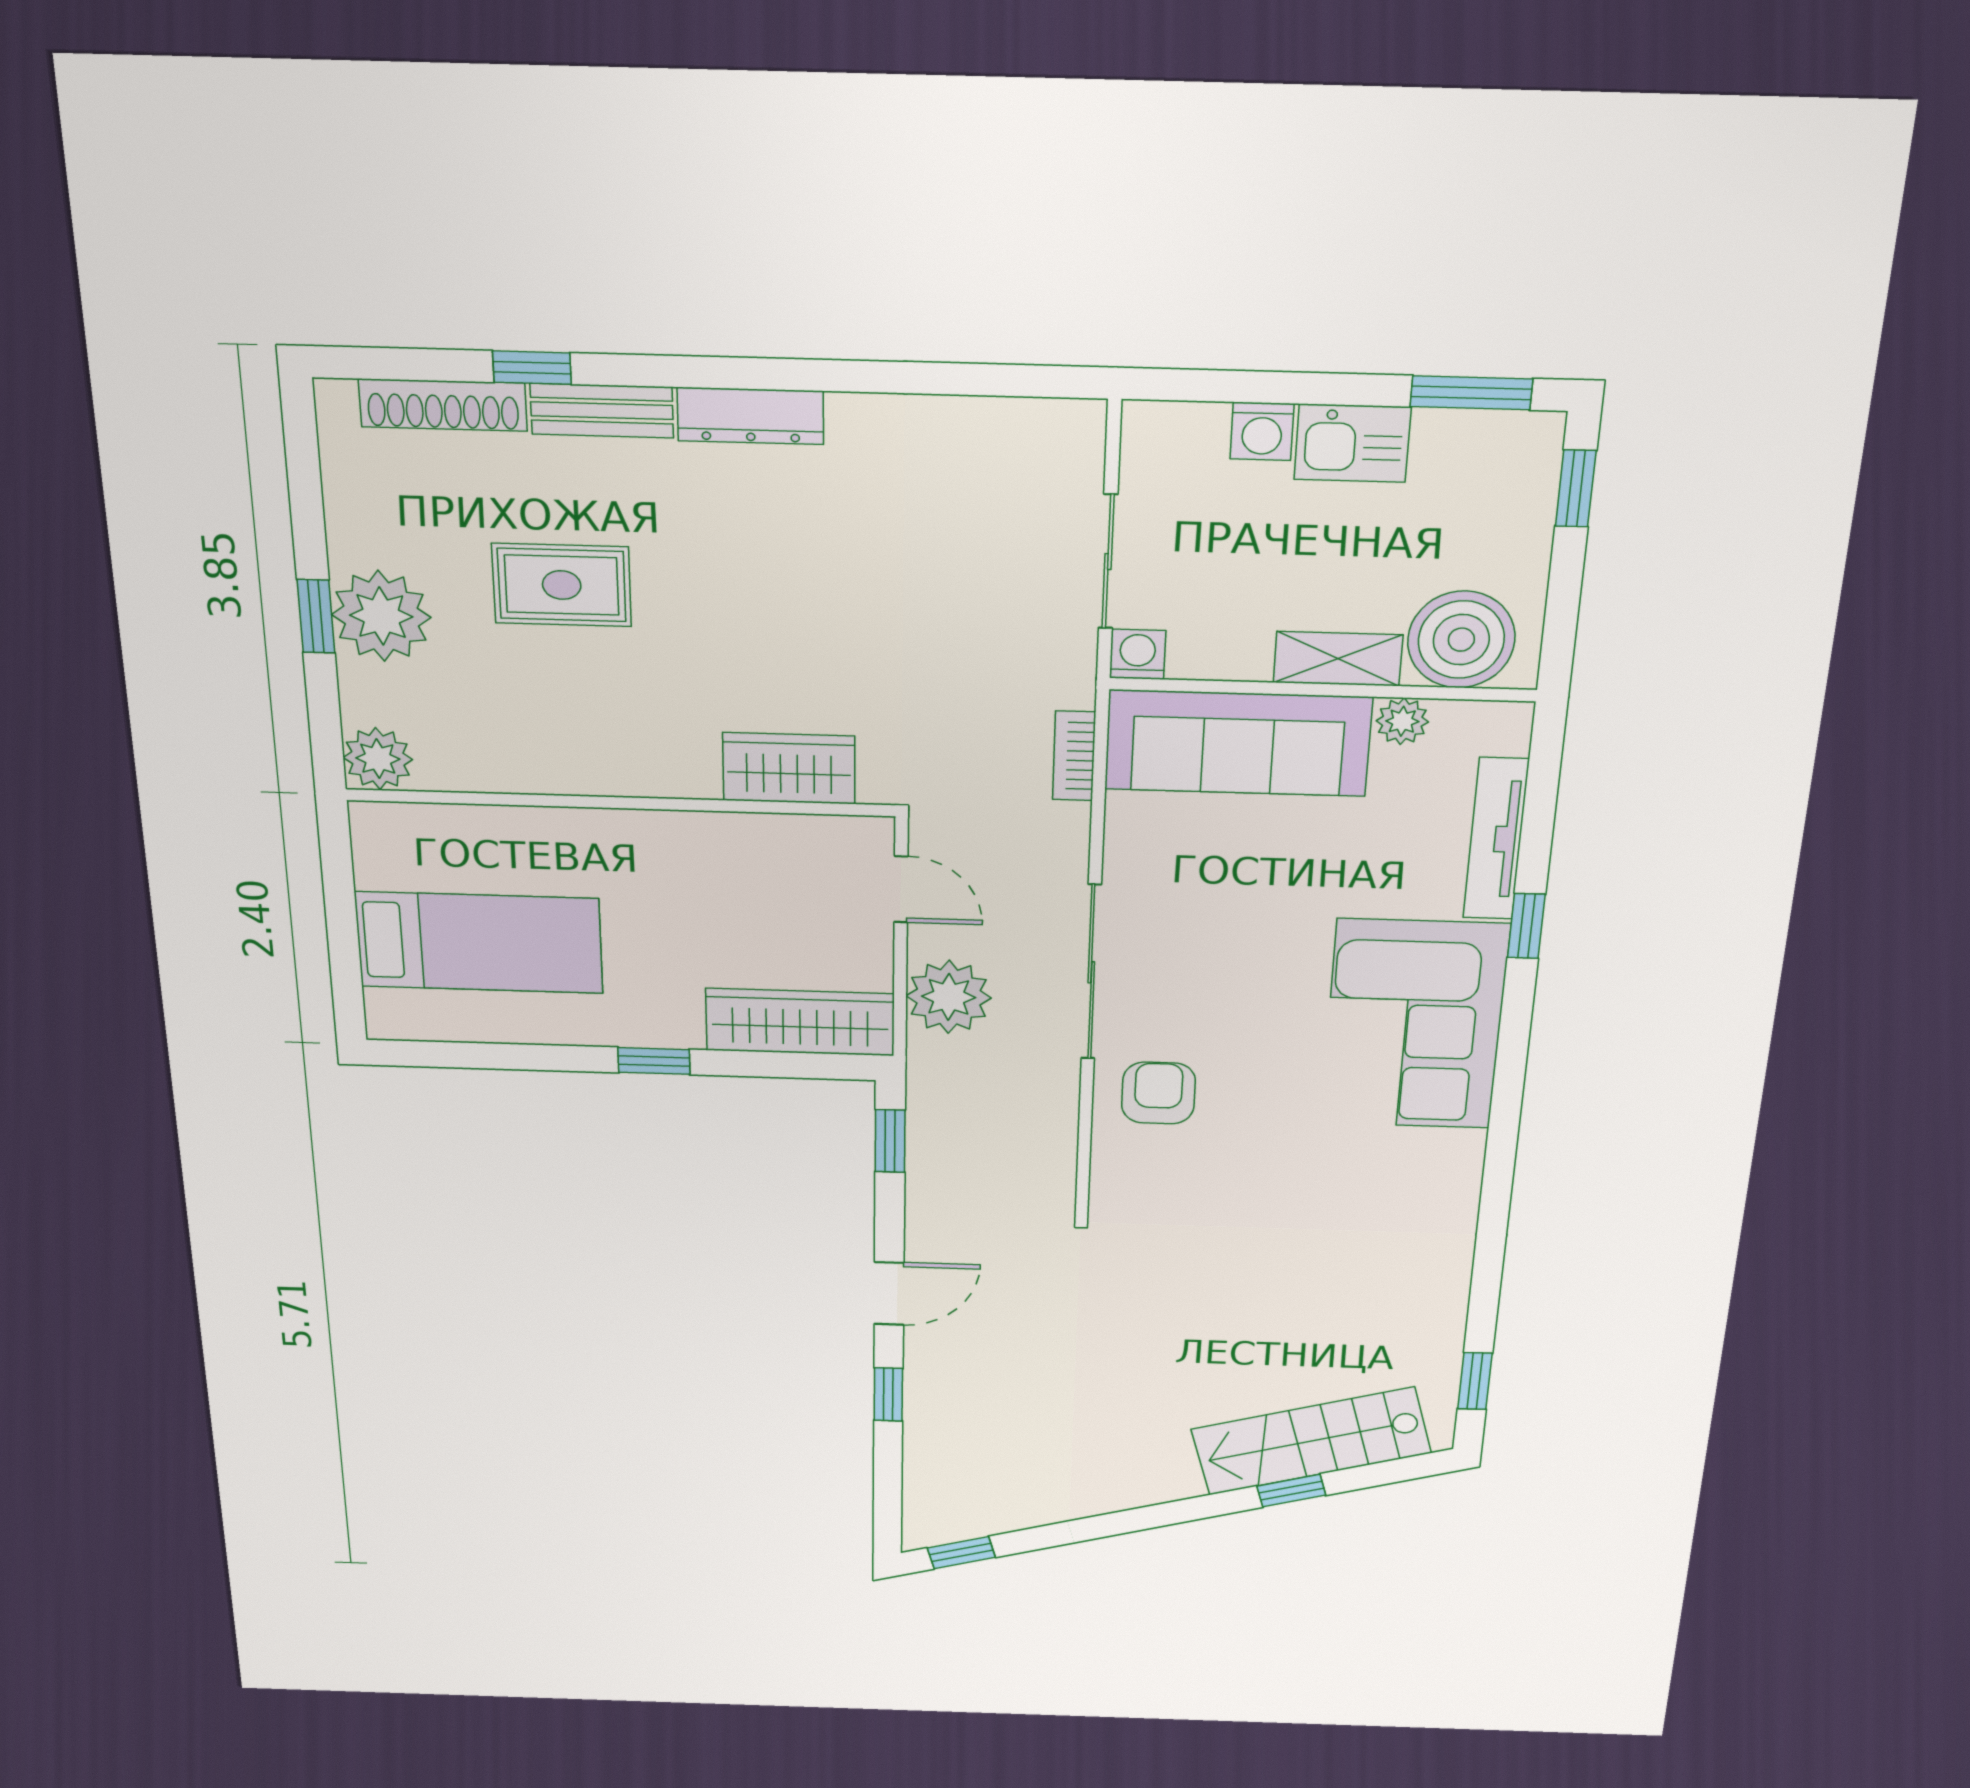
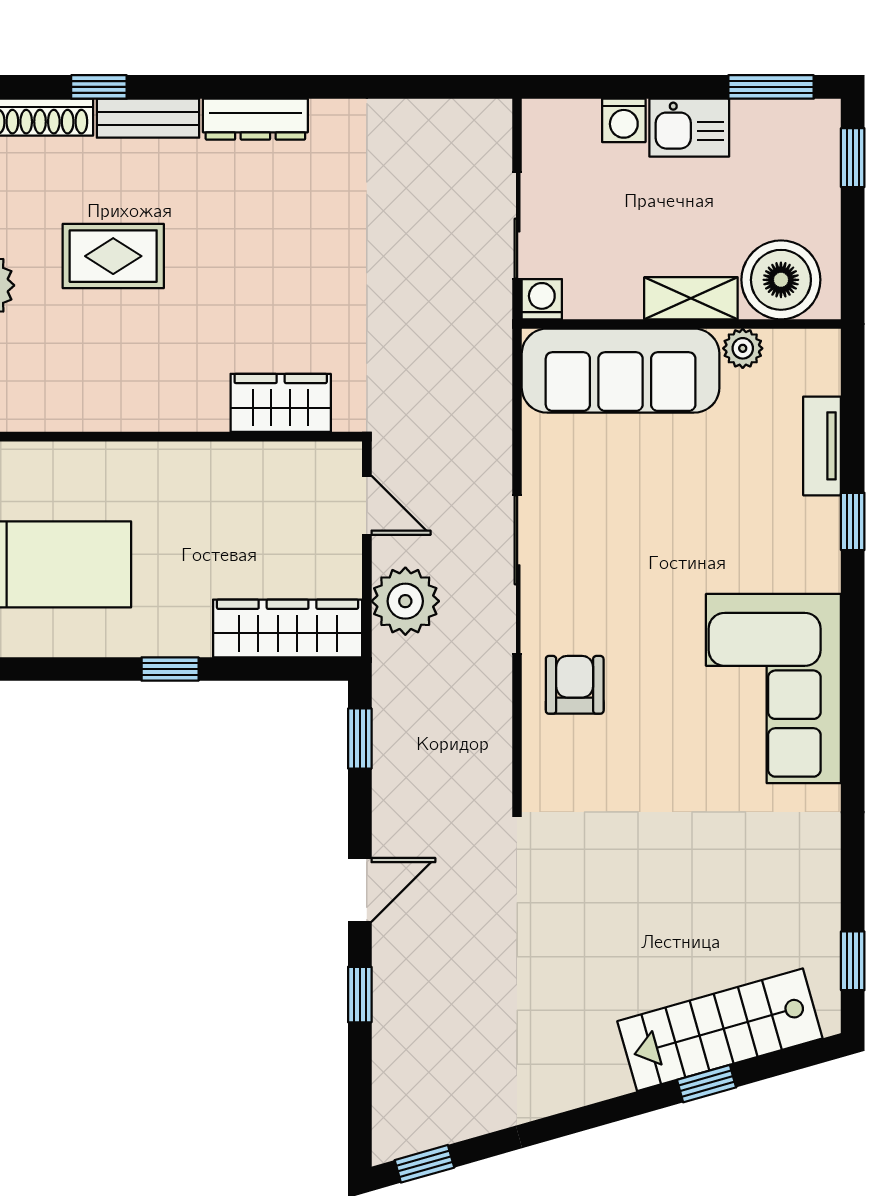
bookcase: (1074, 756) -> (497, 385), removed
tv unit: (1496, 839) -> (822, 446), width x0.71
corner sofa: (1414, 1025) -> (773, 689), moved

